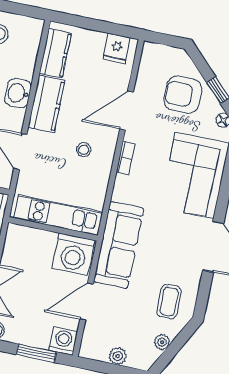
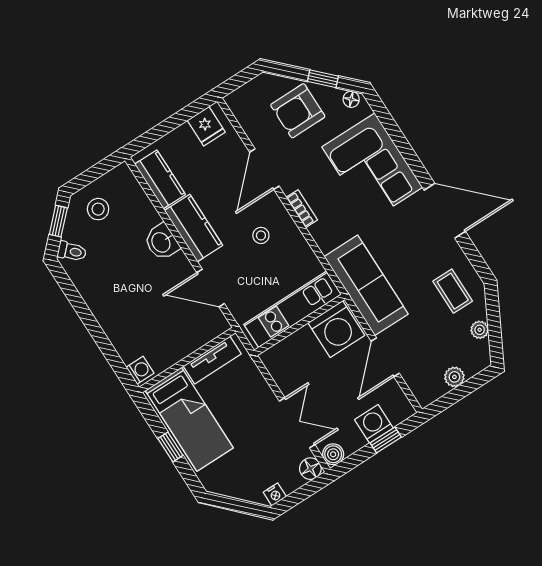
washing machine: (63, 341) -> (374, 424), moved
window: (36, 353) -> (386, 440), width x0.67

